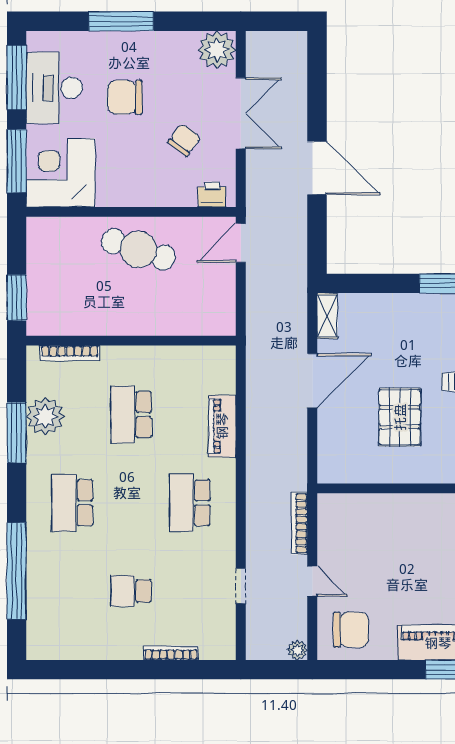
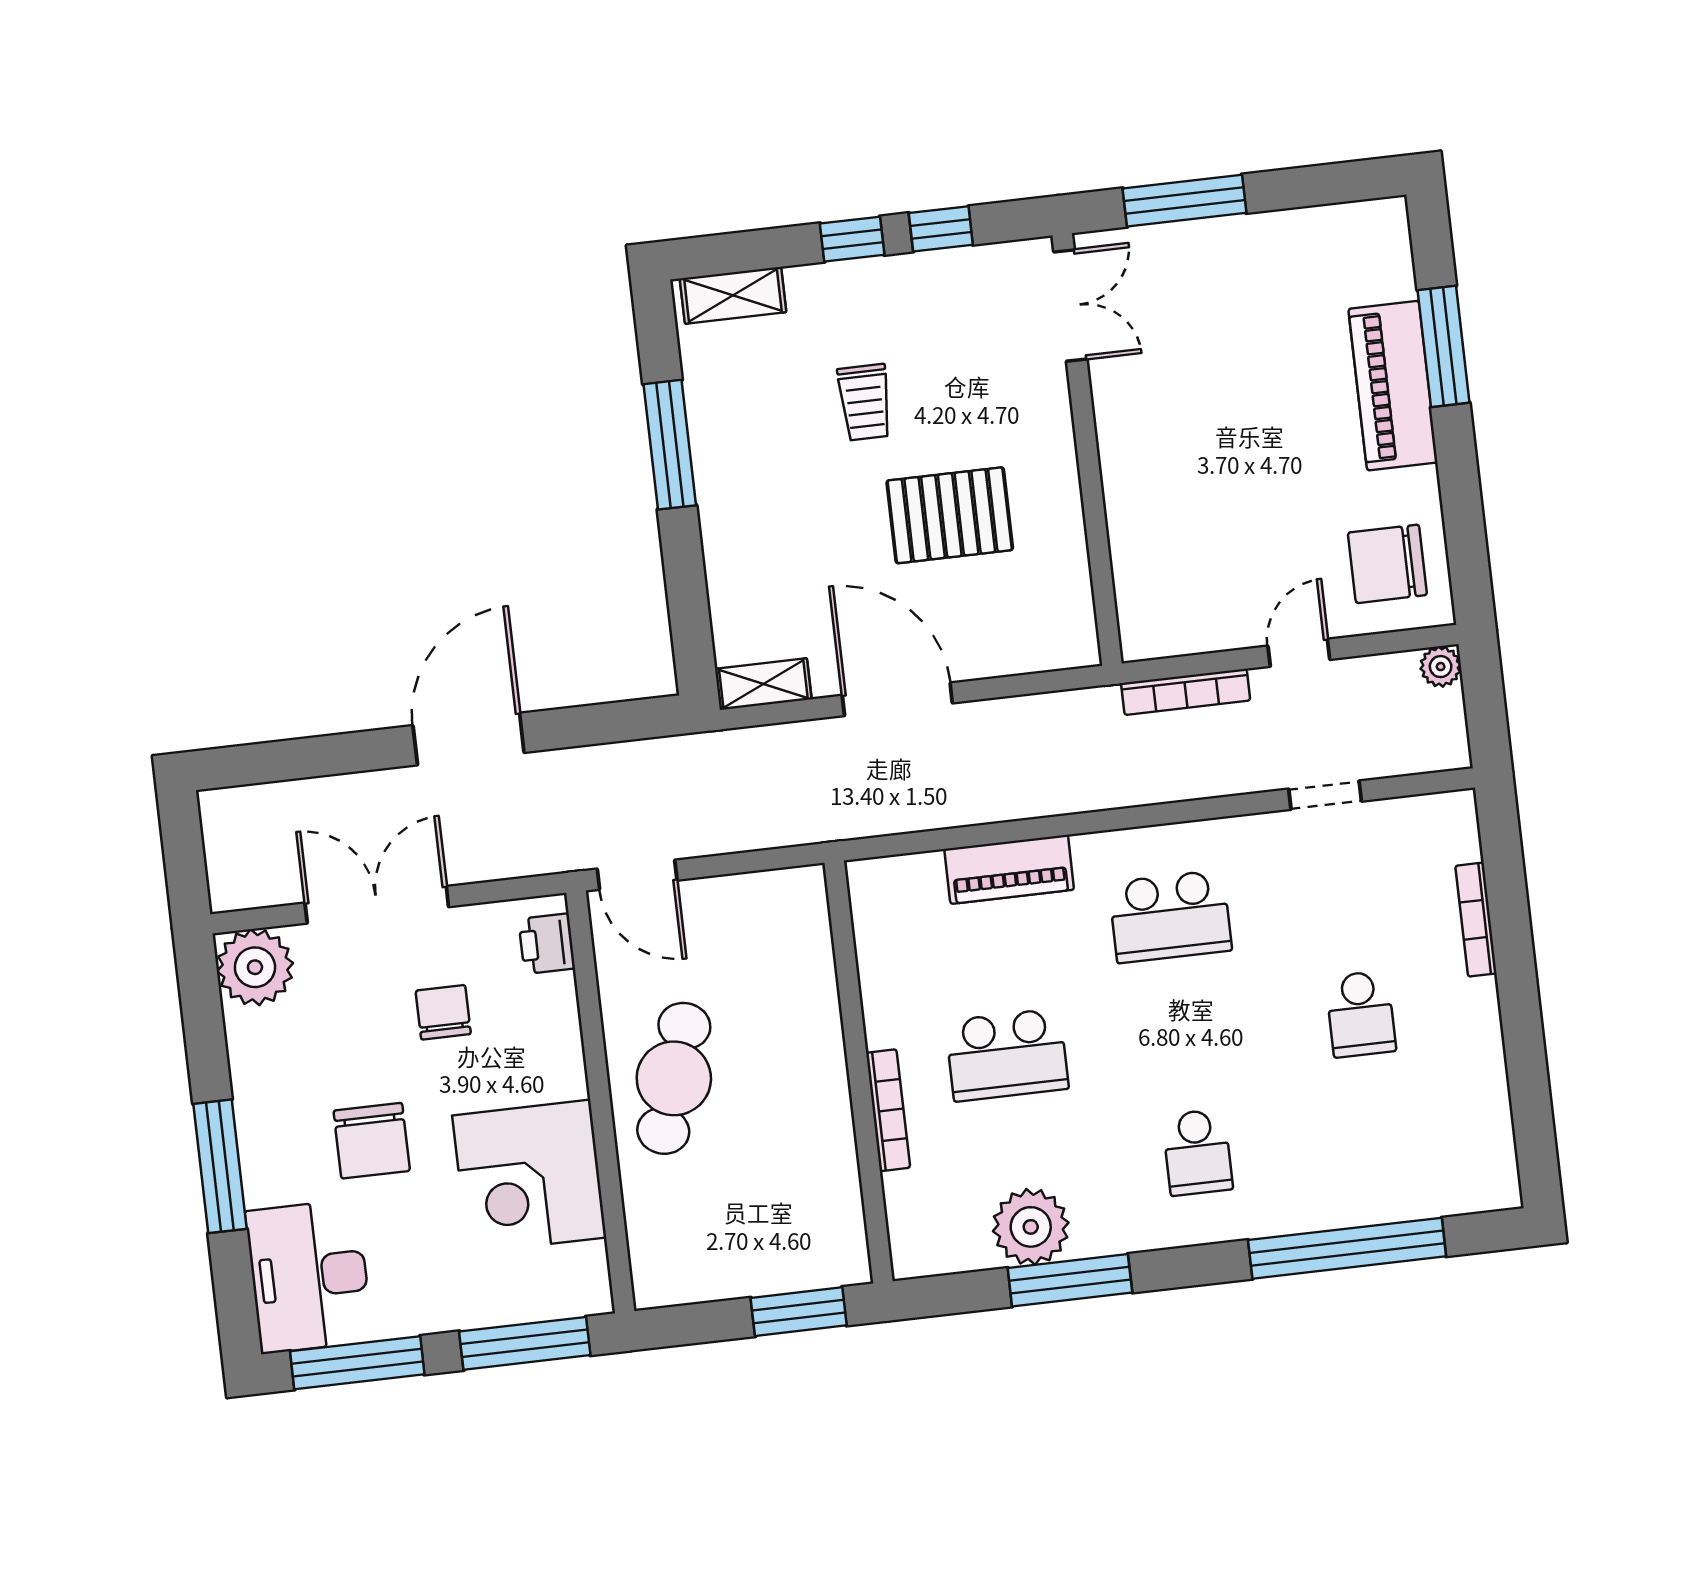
desk: (54, 88) -> (309, 1276), moved, turned 90
chair: (184, 140) -> (443, 1012), turned 53
corner desk: (61, 173) -> (529, 1176), moved
bookcase: (70, 353) -> (888, 1110), moved
school desk: (72, 503) -> (1197, 1152), width x0.54
chair: (351, 630) -> (1387, 564), turned -90

